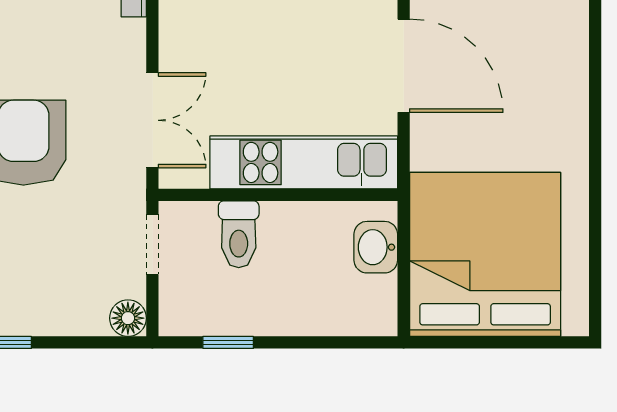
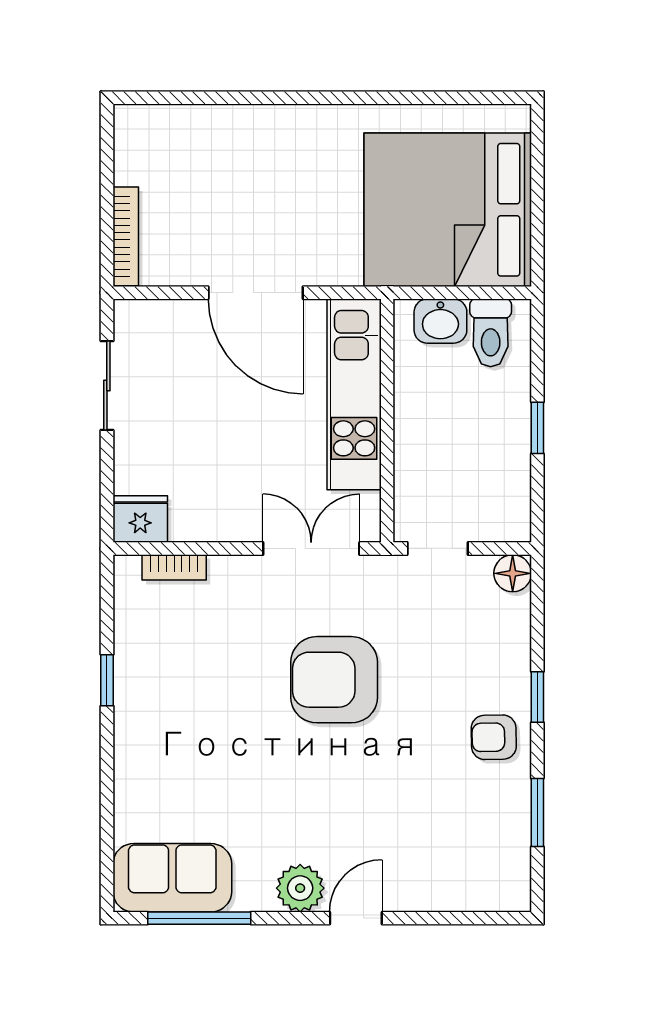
door: (404, 66) -> (256, 293), swing flipped
toilet: (239, 234) -> (491, 333), moved, turned 90
window: (228, 342) -> (537, 428), moved

